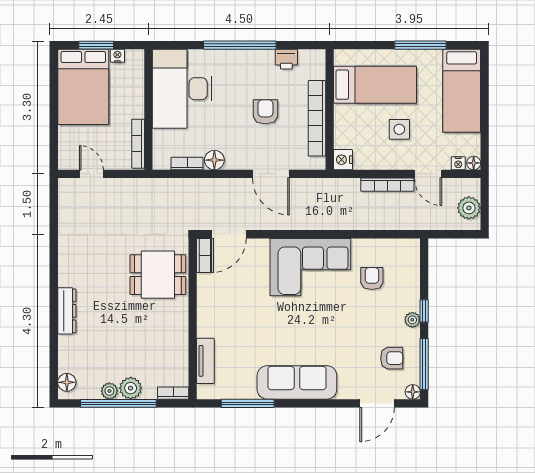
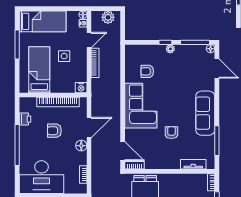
floor lamp: (214, 160) -> (81, 146), moved
armchair: (392, 358) -> (171, 133), moved

